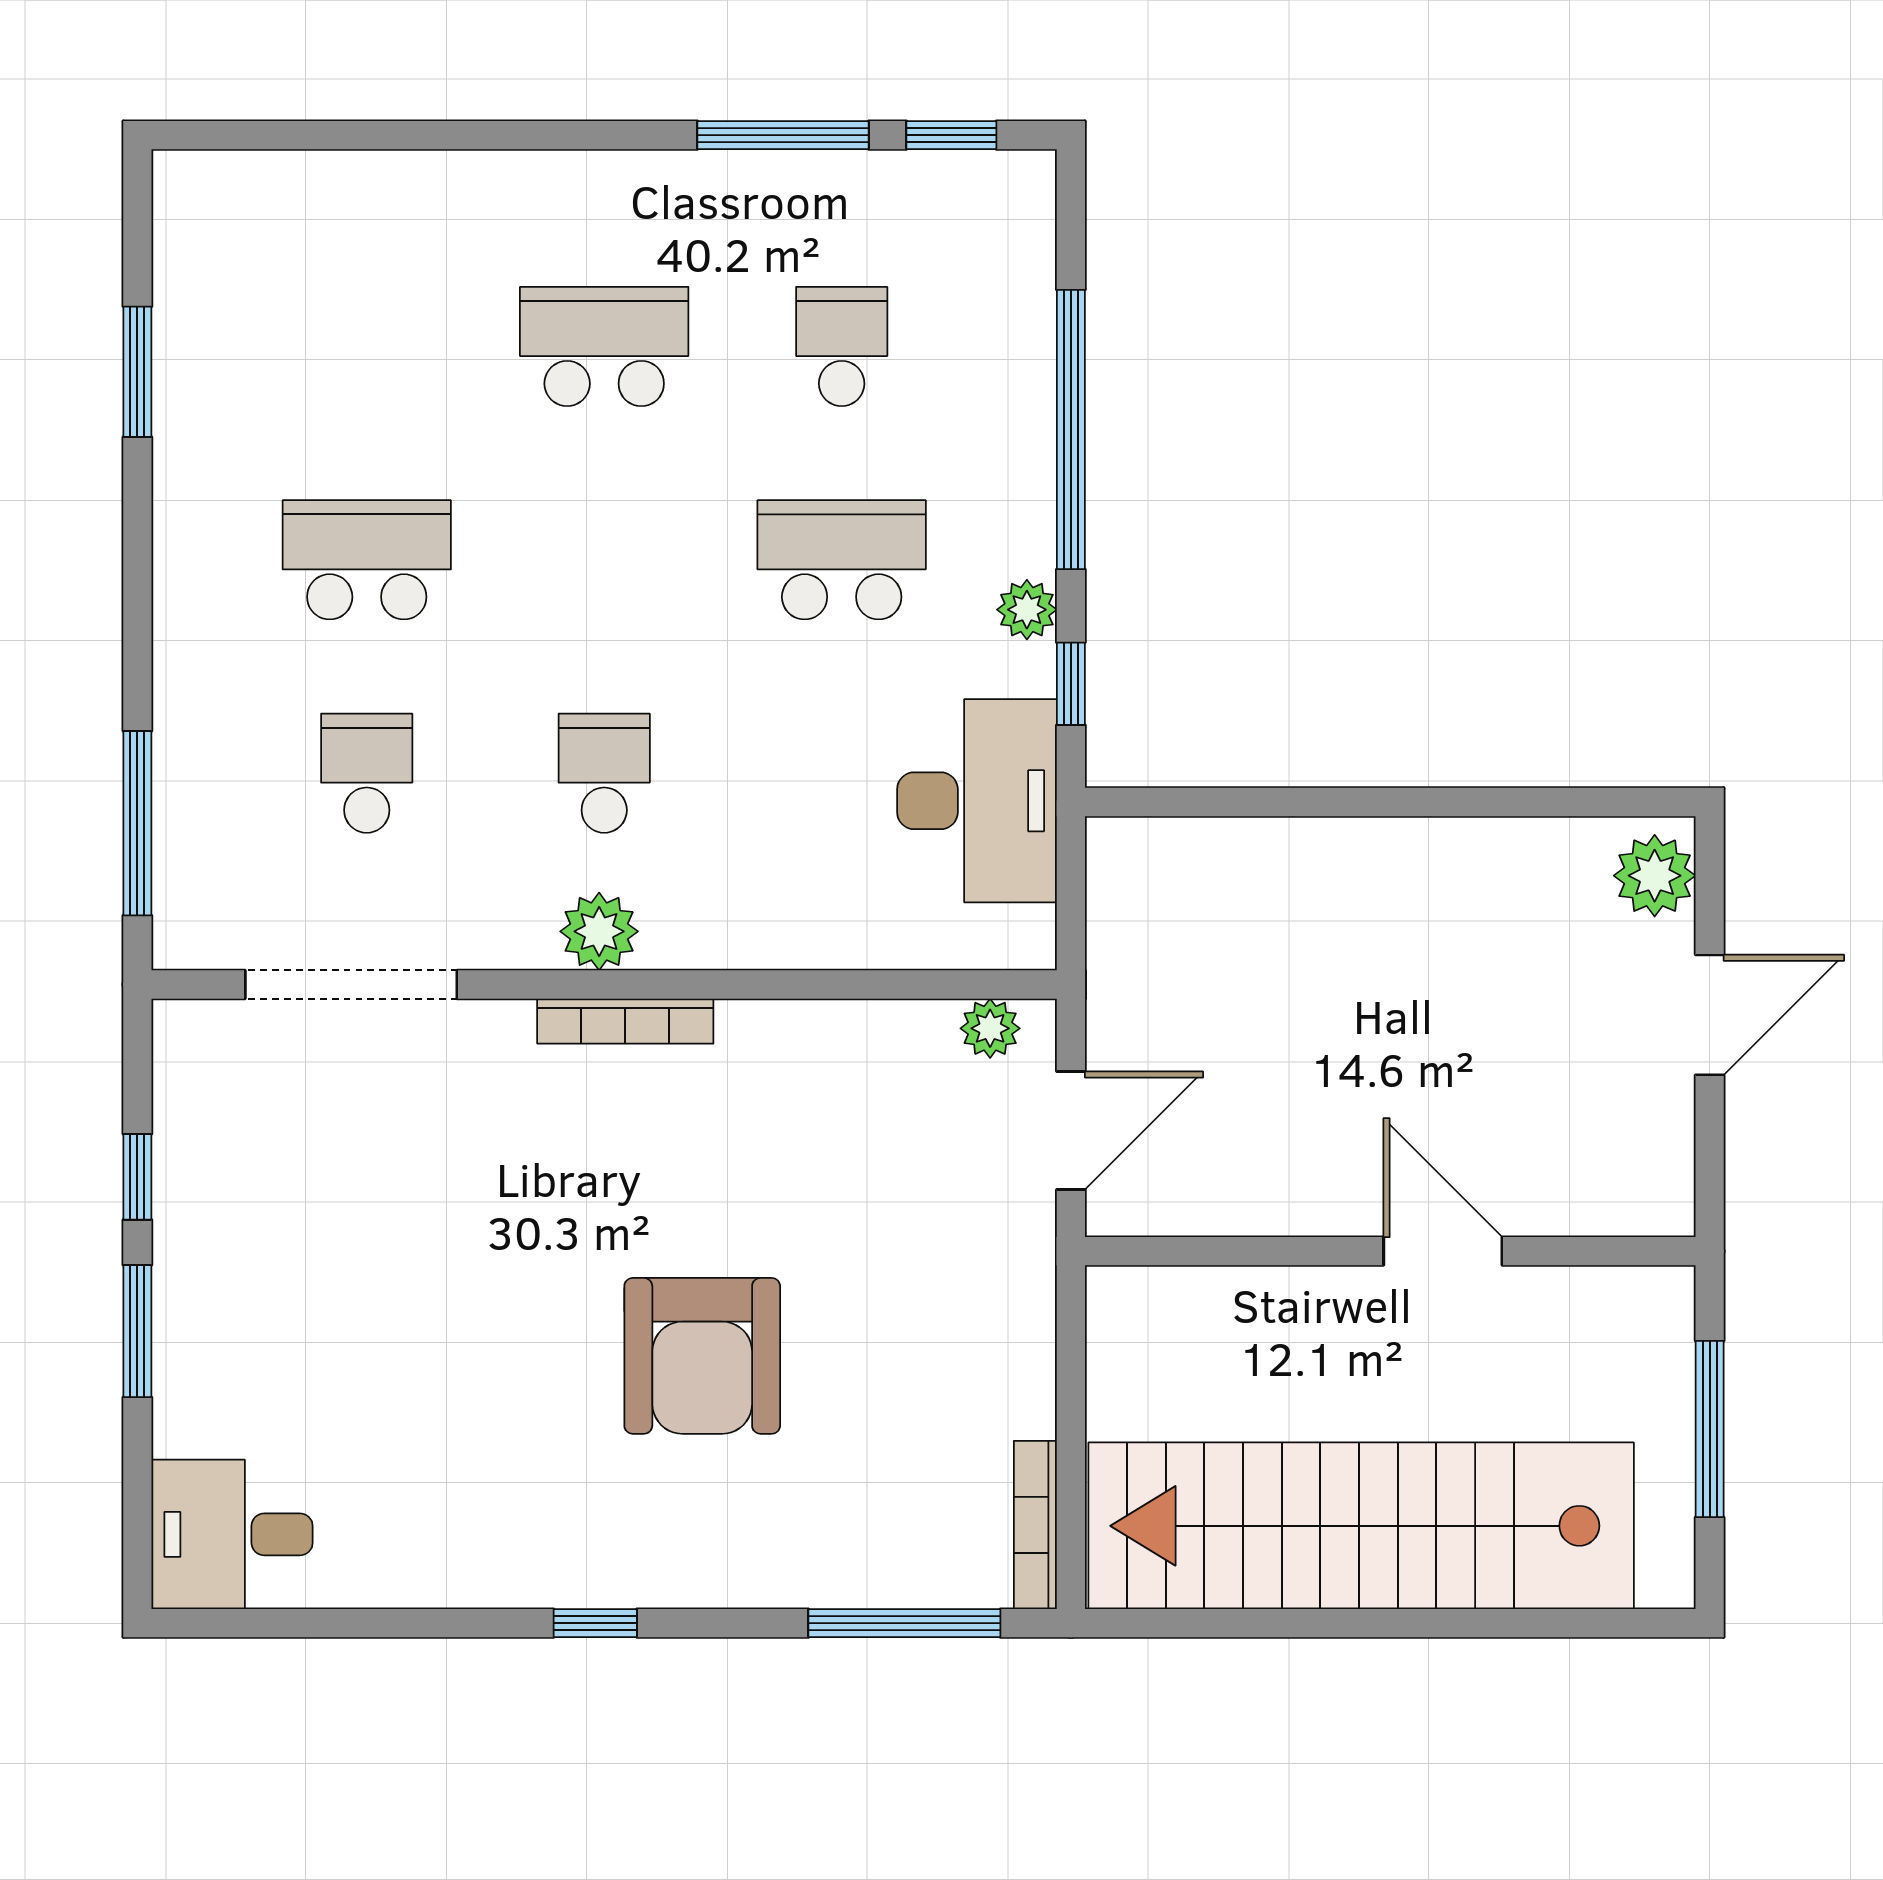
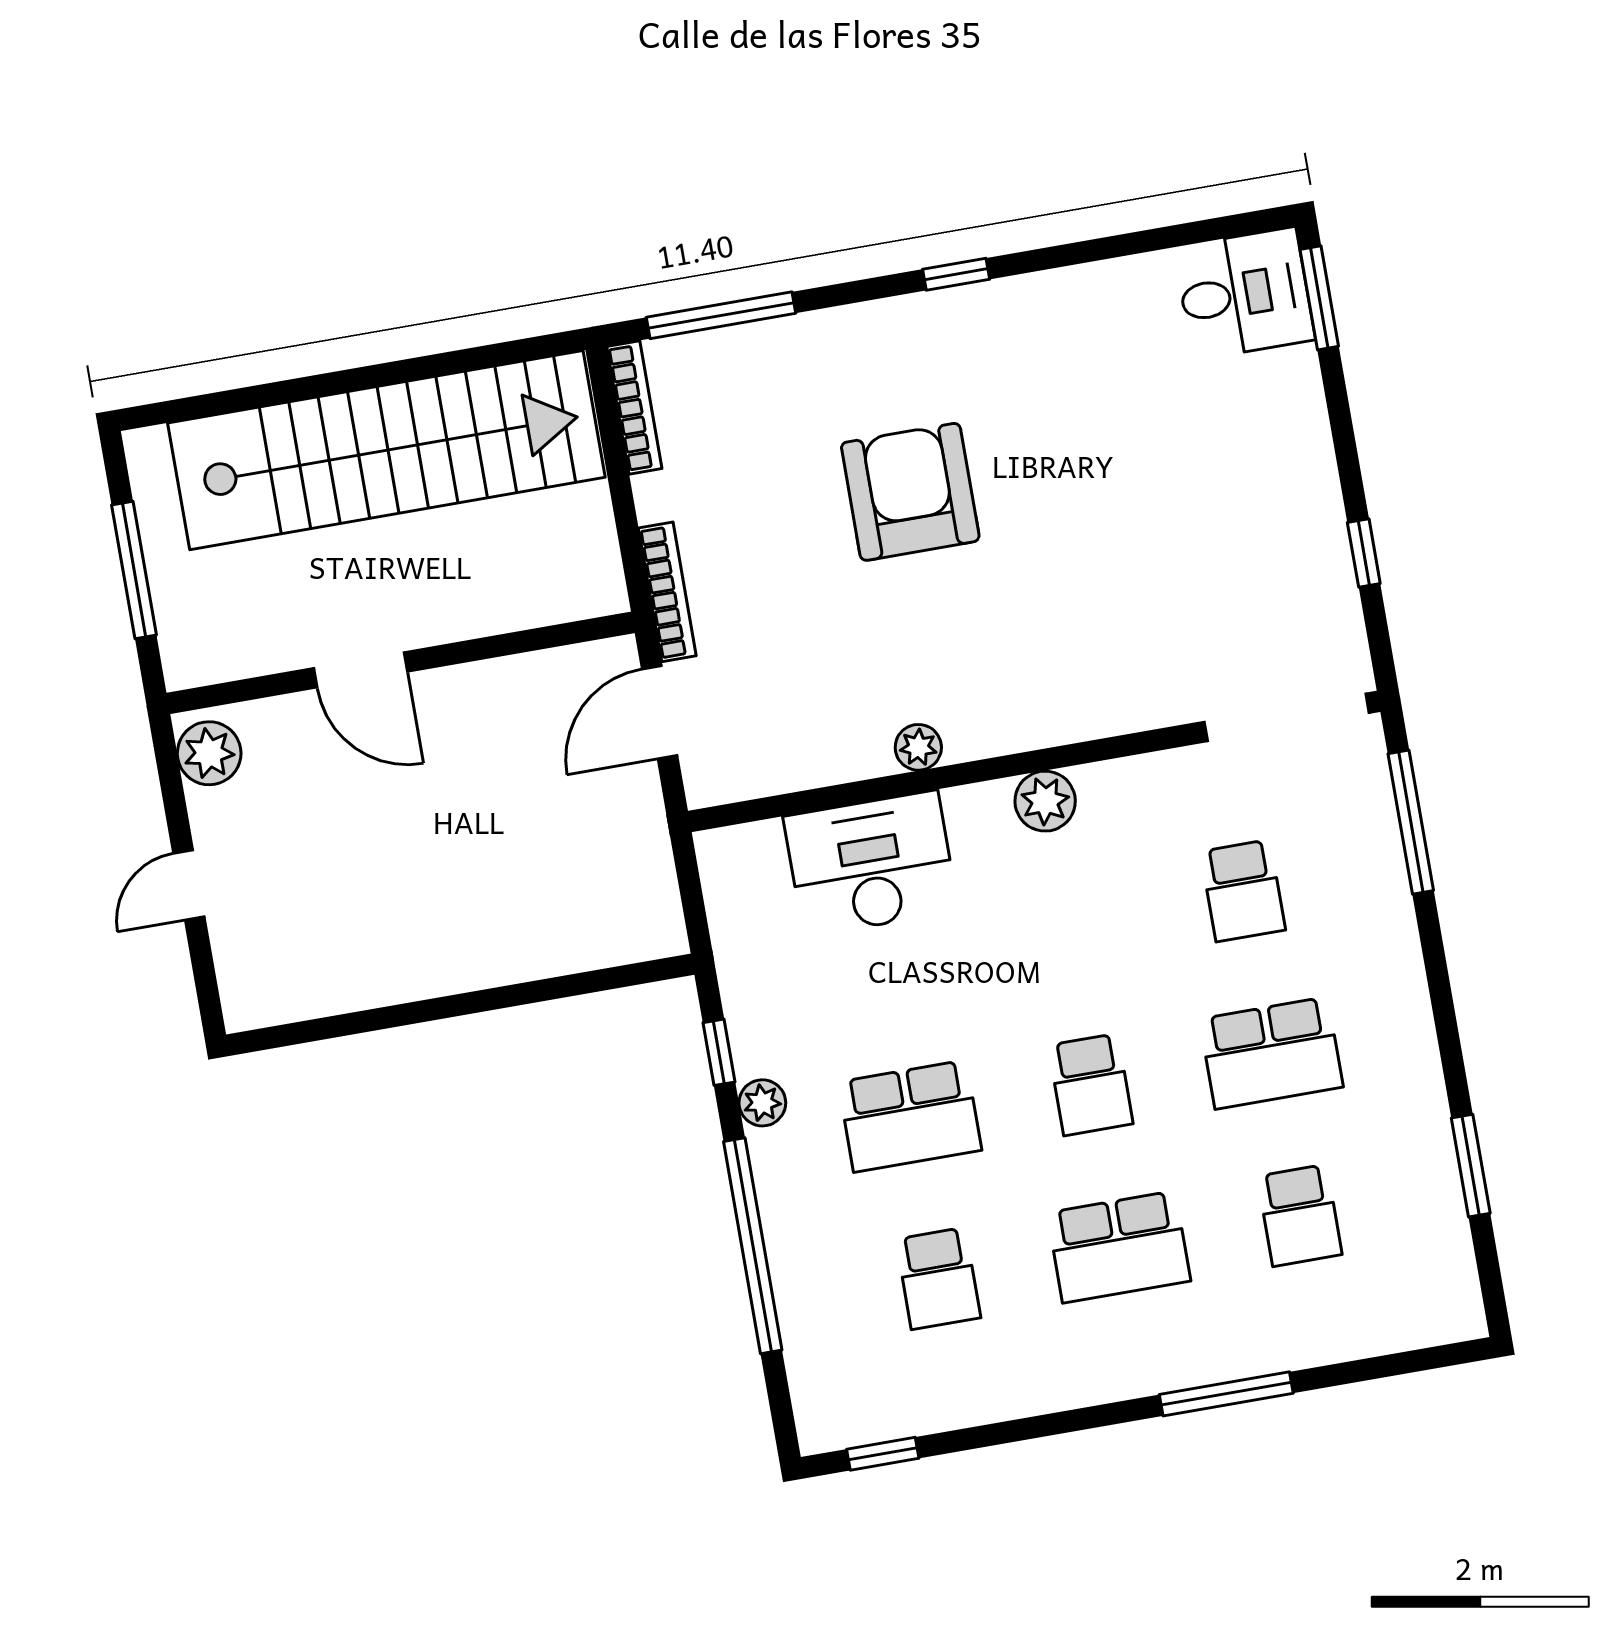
window: (783, 135) -> (1226, 1394), moved
school desk: (367, 347) -> (1300, 1215), added
school desk: (604, 773) -> (1091, 1085), moved
desk: (977, 801) -> (871, 864), moved, turned 90
plant: (1655, 876) -> (209, 753), moved
doorway: (351, 984) -> (1287, 717), moved
door: (1710, 1015) -> (189, 885), width x0.73
bookcase: (625, 1021) -> (667, 592), moved, turned 90
plant: (990, 1028) -> (918, 747), moved
window: (137, 1331) -> (1319, 298), moved

